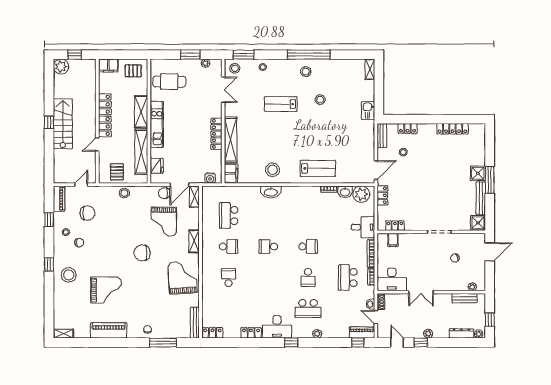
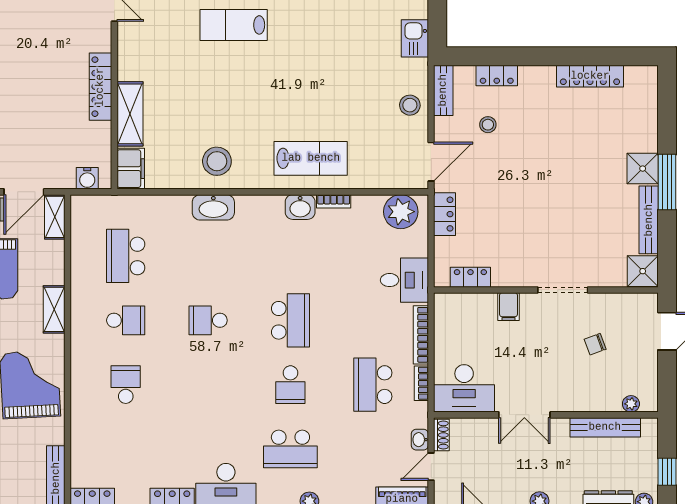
stool: (320, 100) -> (410, 105), moved
shelving: (231, 140) -> (130, 114), width x0.68
washbasin: (345, 192) -> (300, 207), moved
filing cabinet: (393, 240) -> (508, 307), moved
school desk: (308, 247) -> (290, 320), width x1.85
bench: (464, 298) -> (605, 427), width x1.36
door: (376, 317) -> (431, 467), hinge flipped

